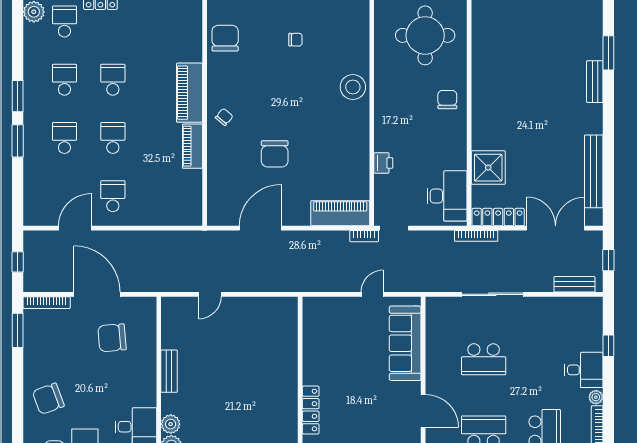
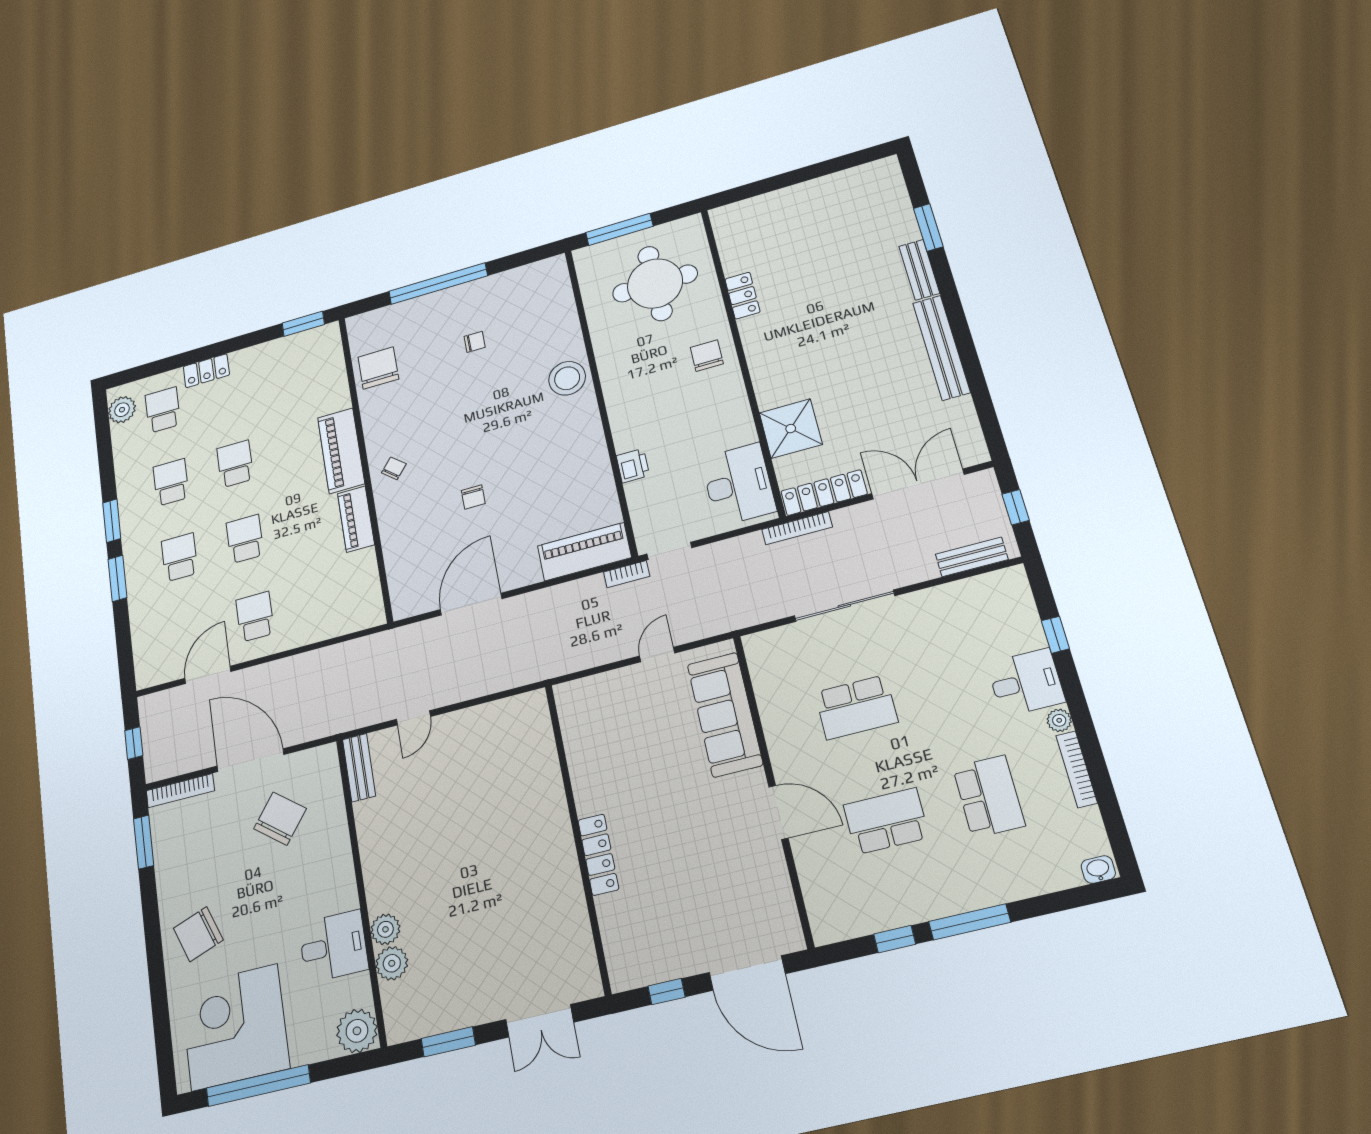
locker: (480, 63) -> (742, 296), added
chair: (275, 154) -> (473, 497), width x0.54, depth x0.54
bench: (594, 171) -> (941, 348), moved
chair: (112, 338) -> (280, 819), turned 133
bench: (169, 371) -> (359, 768), moved

